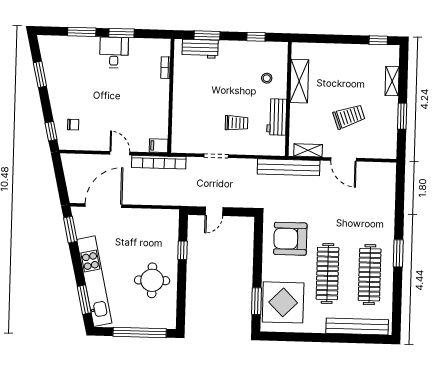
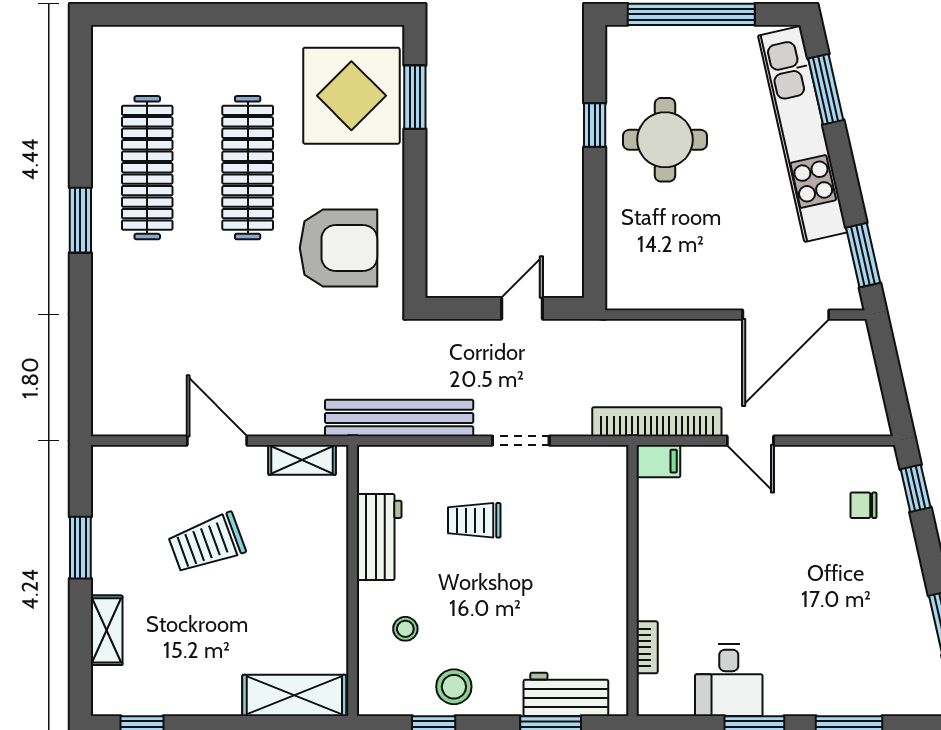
desk: (114, 52) -> (729, 680), moved
stool: (247, 53) -> (454, 687), added
shelving: (299, 81) -> (294, 695), moved, turned 90
bench: (289, 167) -> (399, 418), moved
window: (182, 250) -> (595, 125), moved
bench: (357, 327) -> (174, 43), removed

